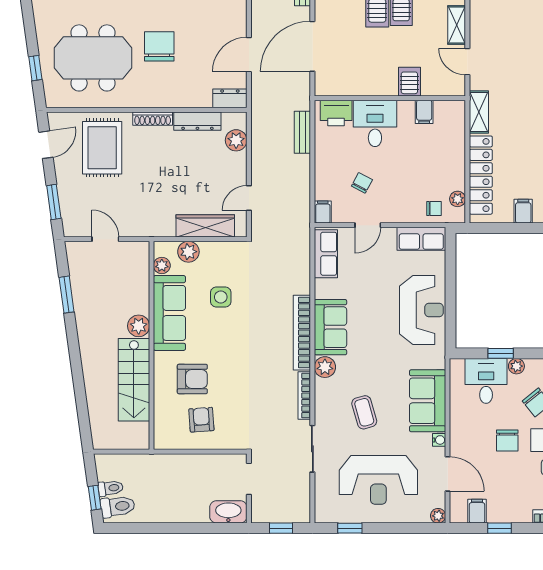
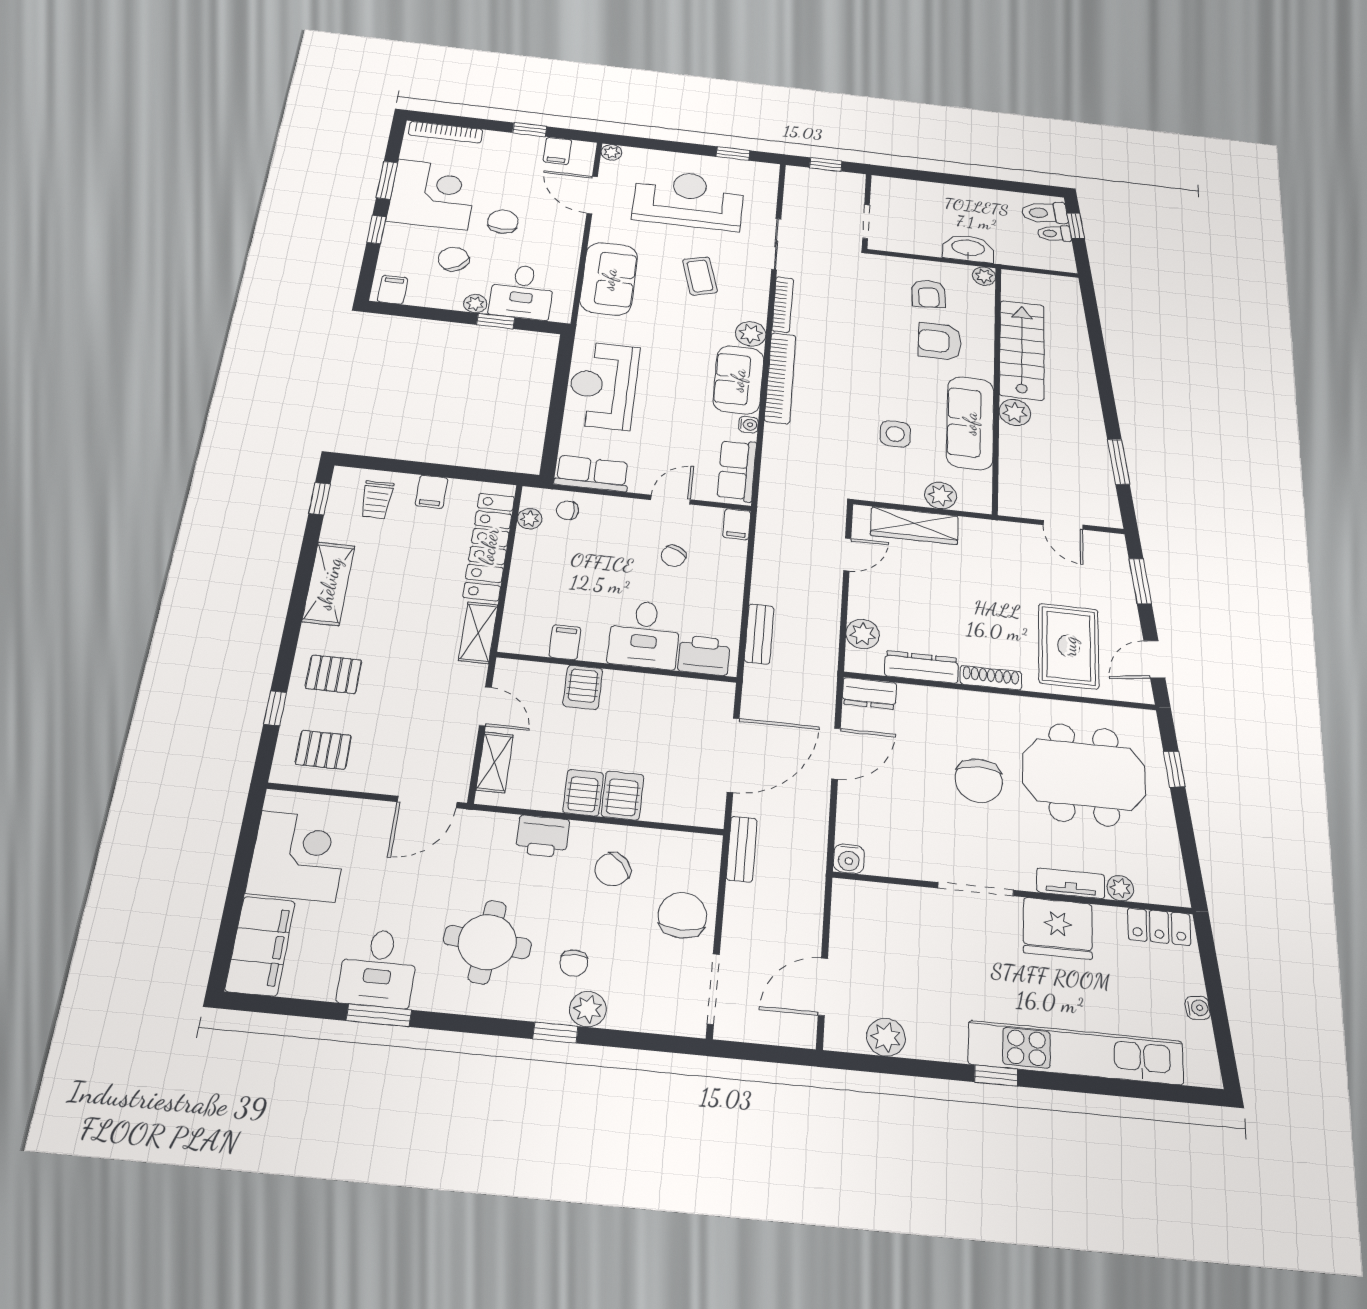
plant: (162, 265) -> (984, 276), moved
water cooler: (439, 440) -> (748, 425), moved, turned 180
washbasin: (228, 512) -> (968, 248), moved, turned 180

